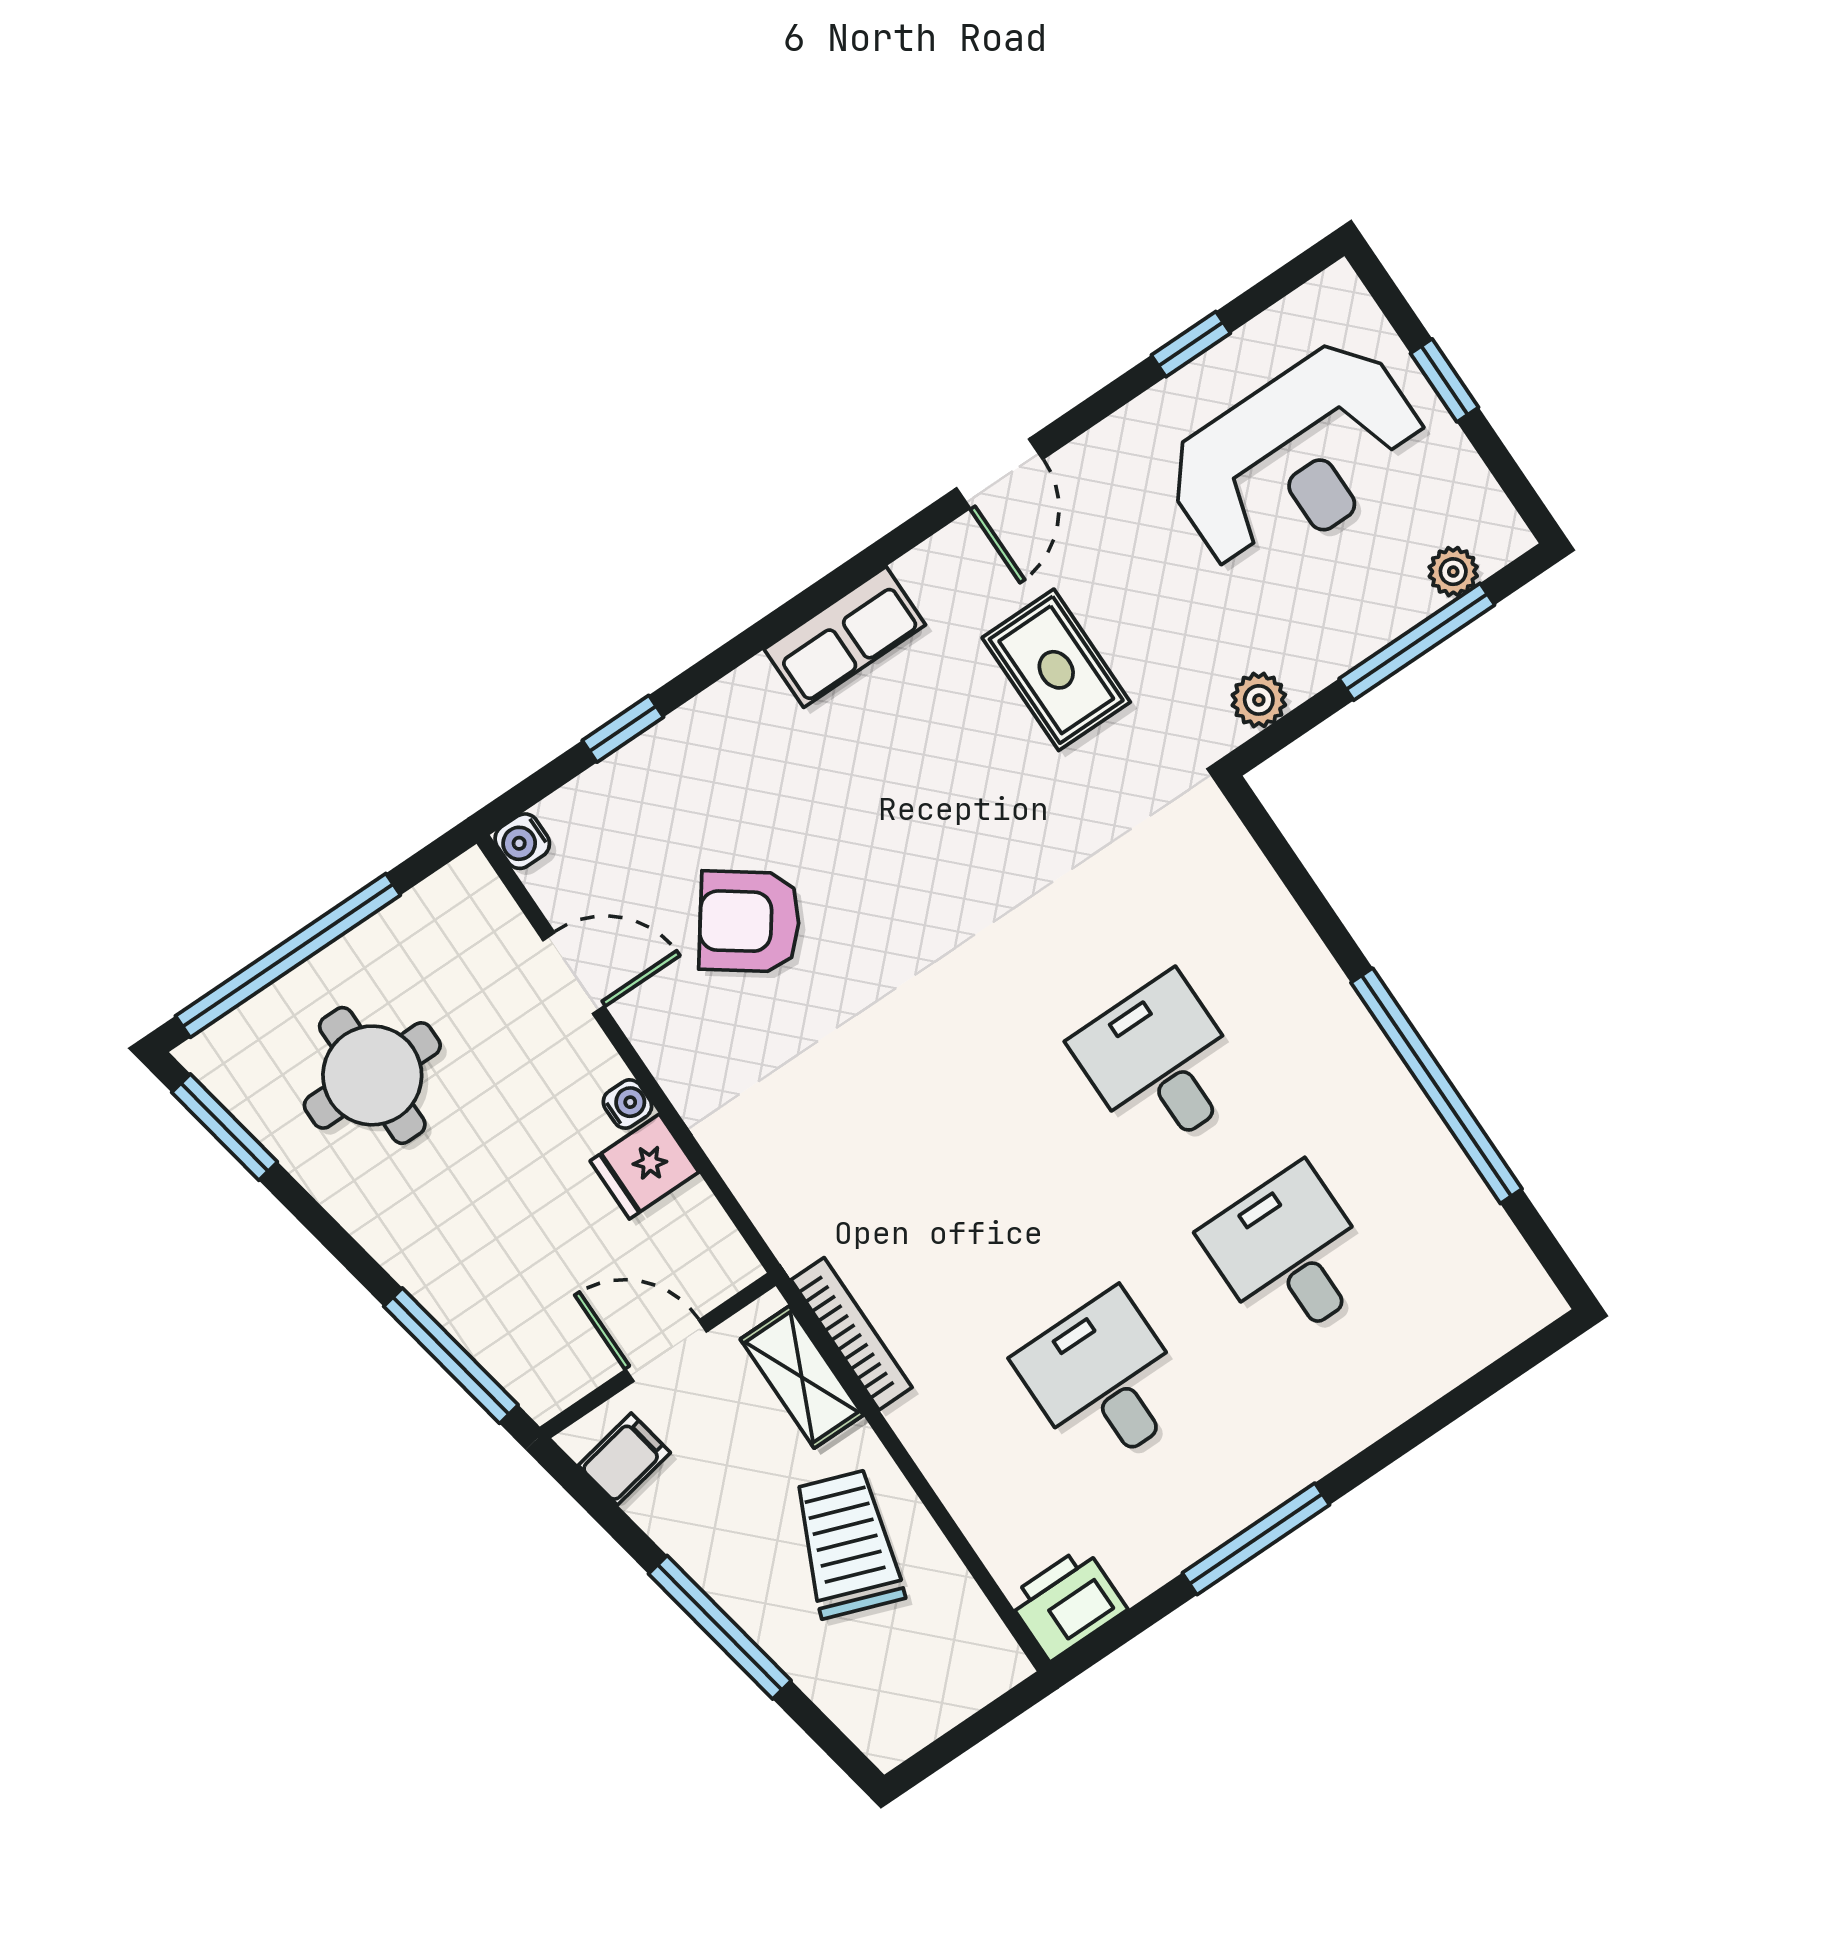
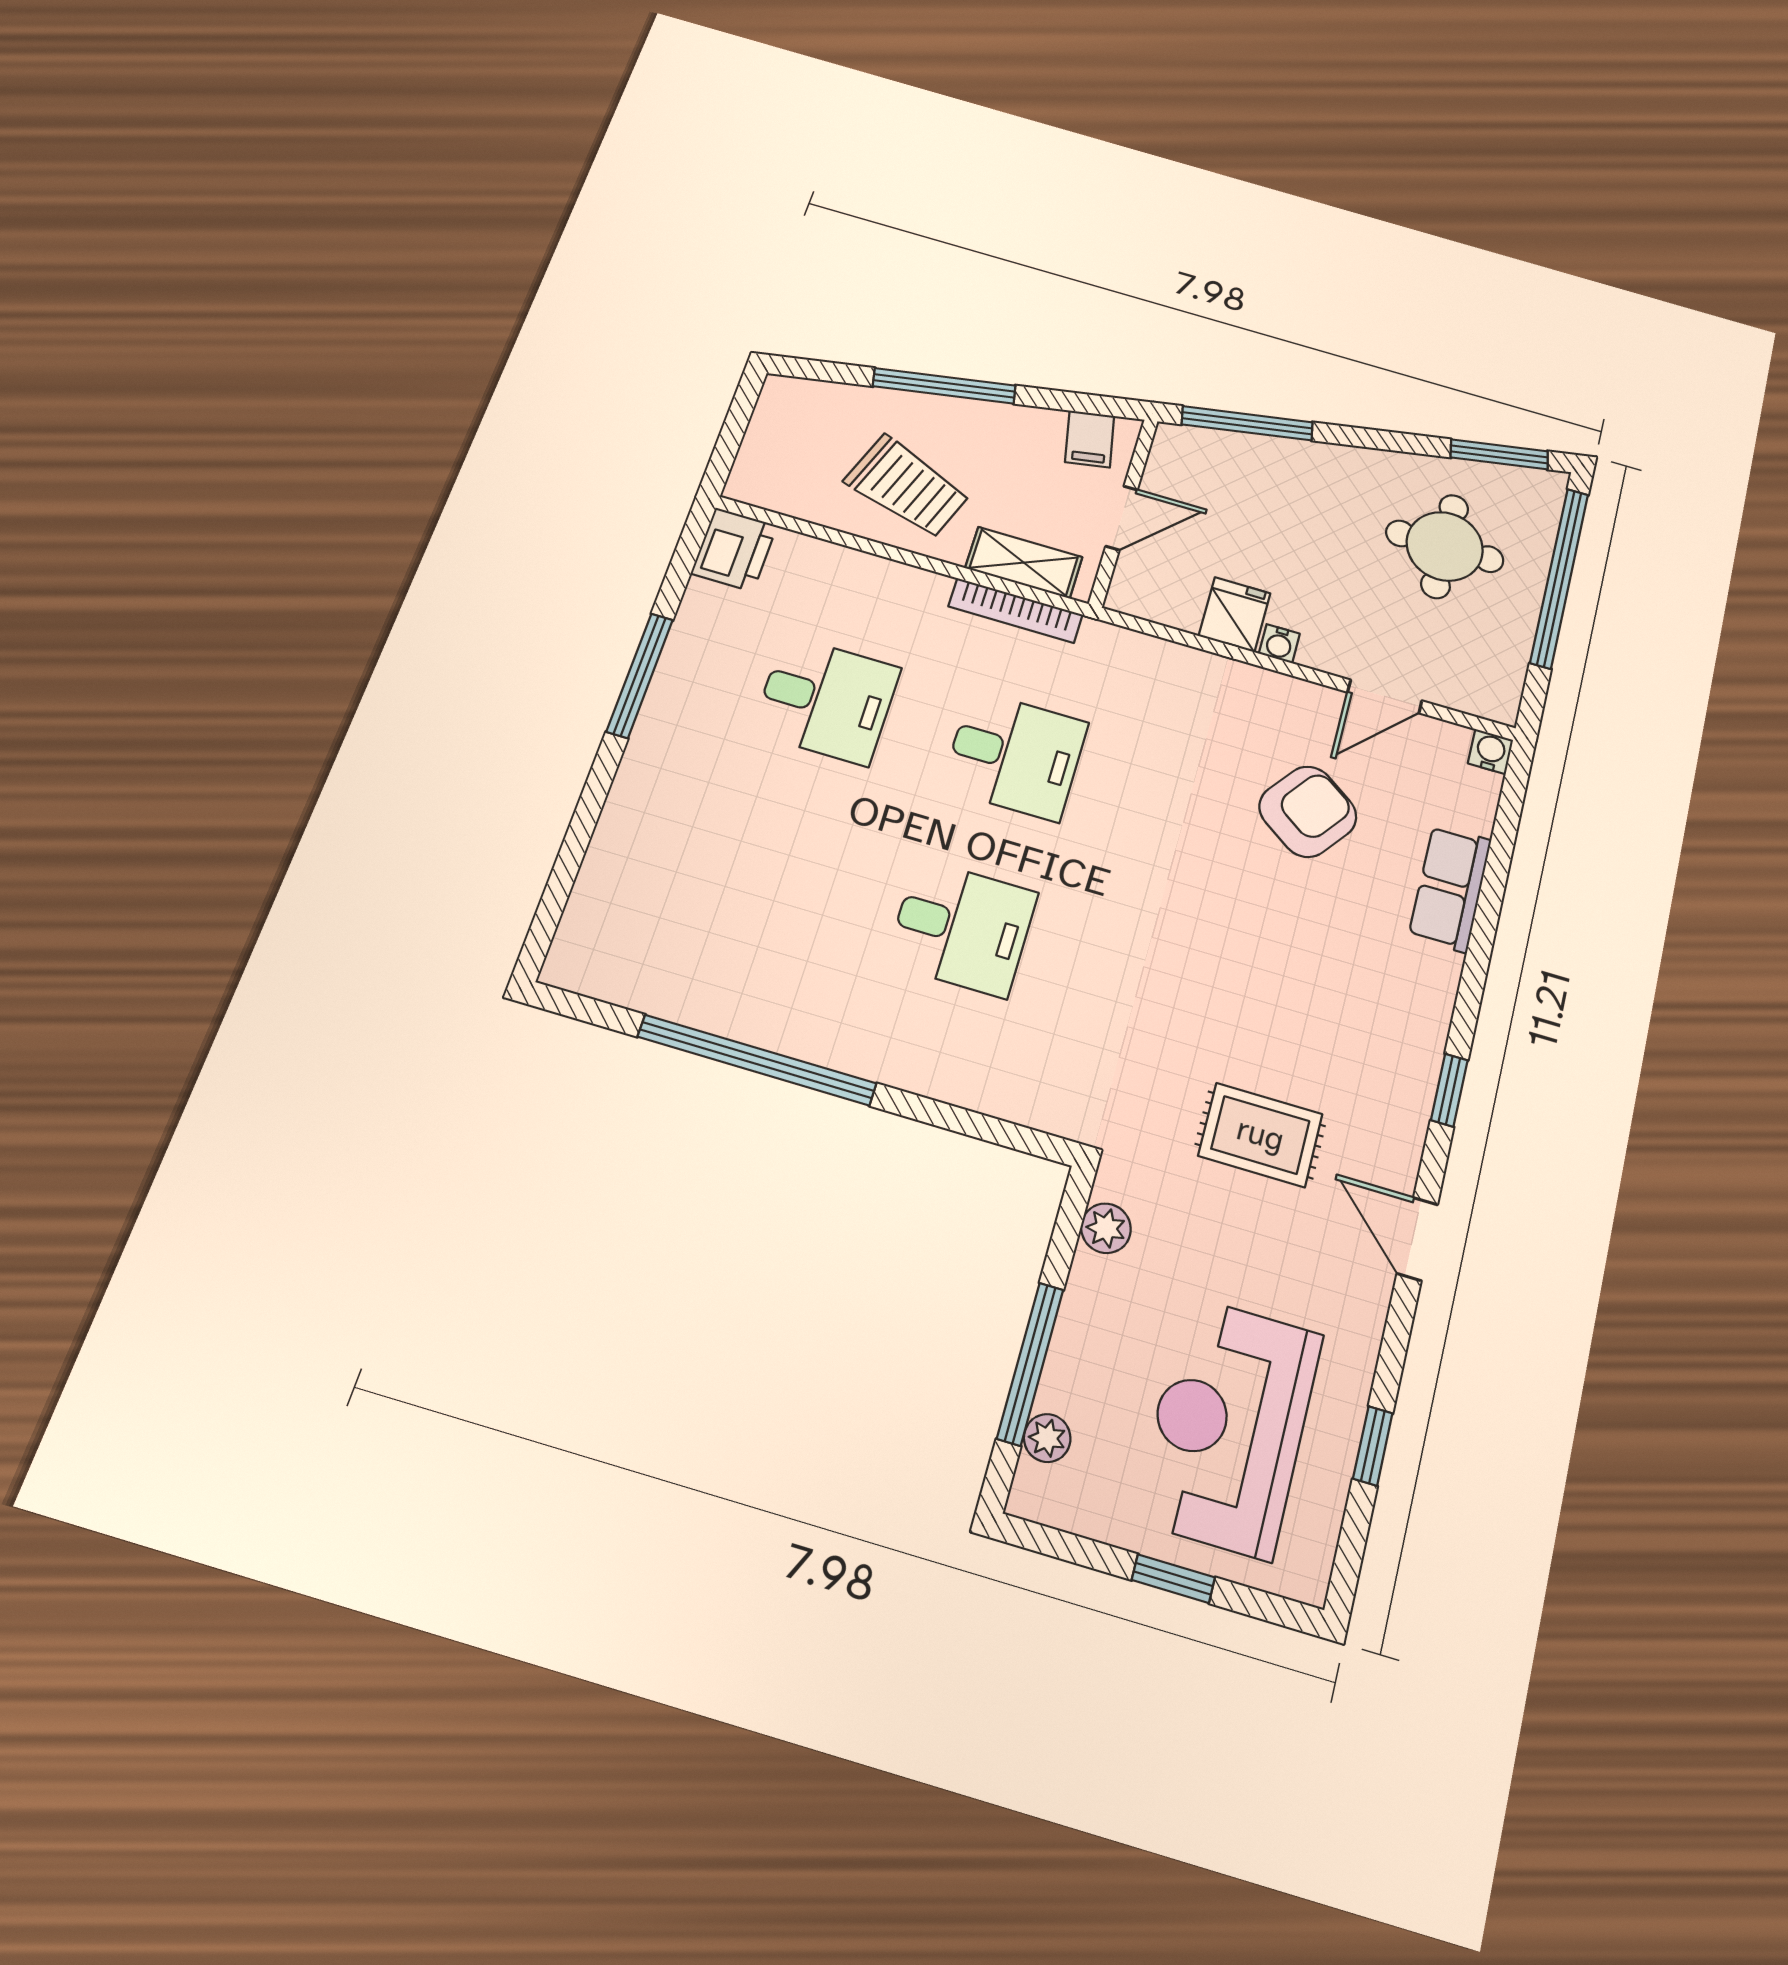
row of seats: (845, 637) -> (1450, 888), moved
window: (623, 729) -> (1449, 1090), moved
desk: (1290, 1255) -> (1015, 755), moved

